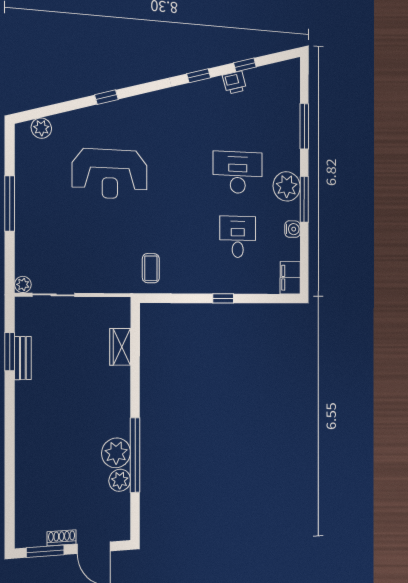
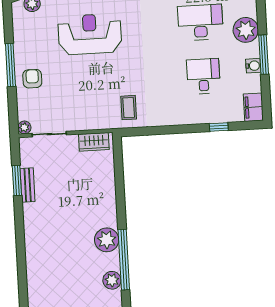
reception desk: (110, 174) -> (90, 34), turned 180
window: (304, 199) -> (264, 55), moved
armchair: (36, 223) -> (32, 79), added
window: (223, 298) -> (219, 127), moved
wardrobe: (120, 347) -> (94, 142), moved, turned -90
plant: (116, 453) -> (107, 240), moved

